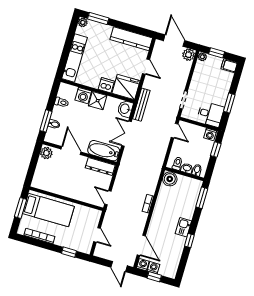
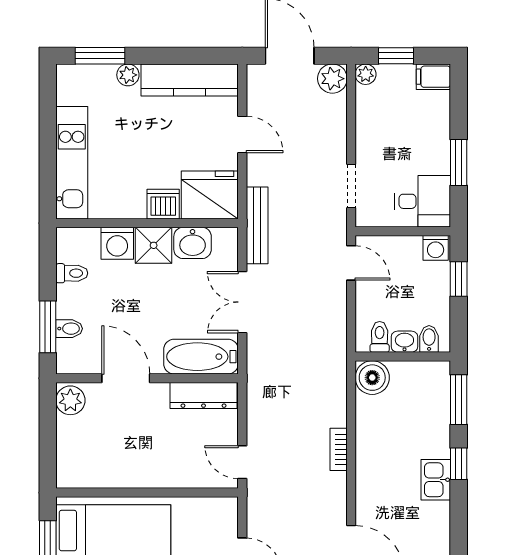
plant: (83, 22) -> (128, 75), moved
washbasin: (125, 109) -> (193, 243), moved, turned -90
window: (189, 240) -> (459, 464), moved

